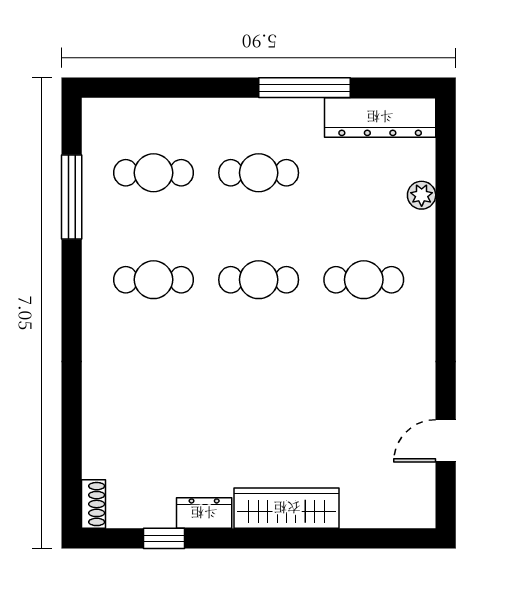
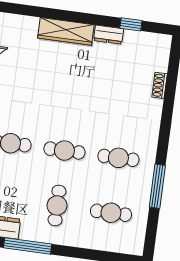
cafe table: (259, 173) -> (57, 205), turned 90
window: (72, 197) -> (157, 186), moved
shoe rack: (94, 504) -> (160, 85), moved

